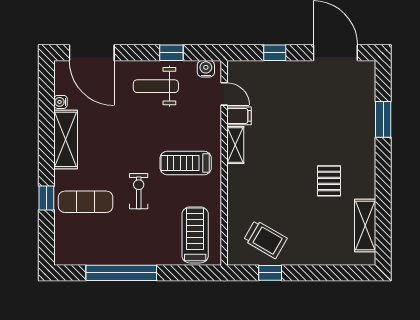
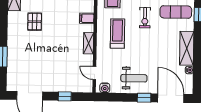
window: (171, 53) -> (144, 98), moved
filing cabinet: (239, 116) -> (87, 18), moved
treadmill: (186, 163) -> (117, 33), turned -90

